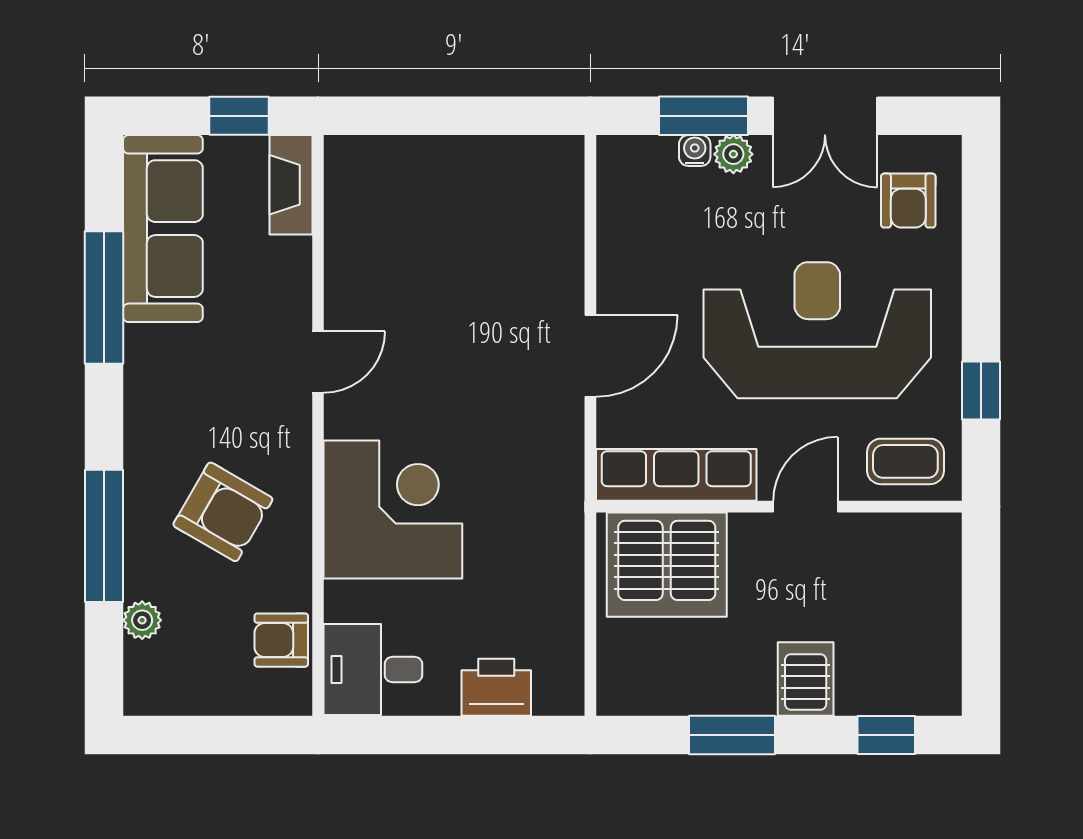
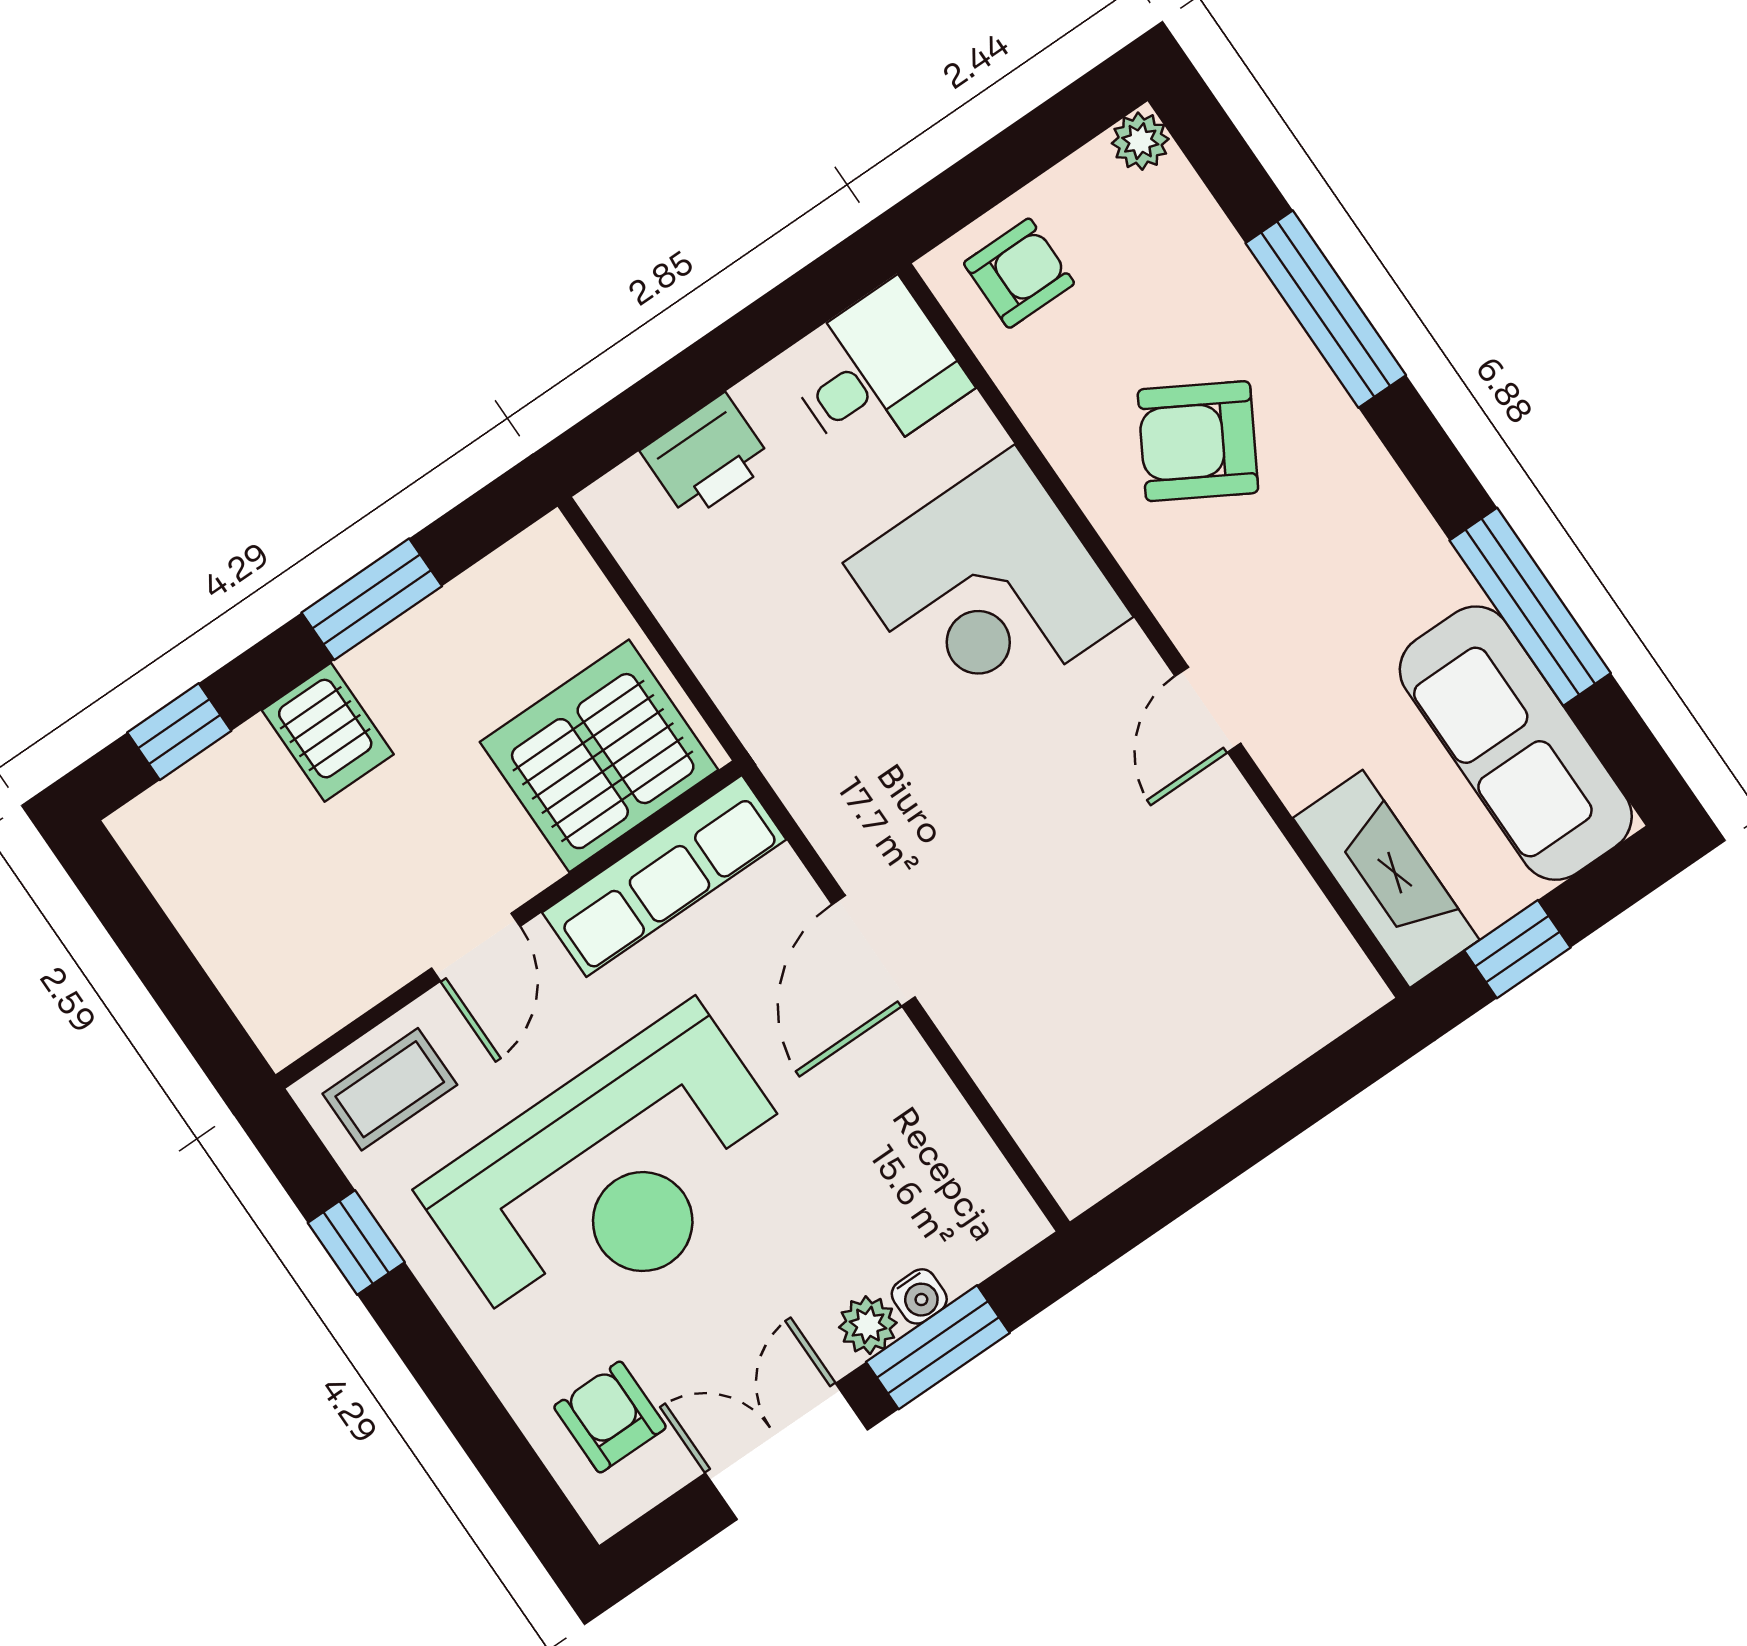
fireplace: (291, 185) -> (1386, 879), width x1.37, depth x1.32
plant: (142, 620) -> (1140, 141), moved
armchair: (281, 640) -> (1019, 273), moved

